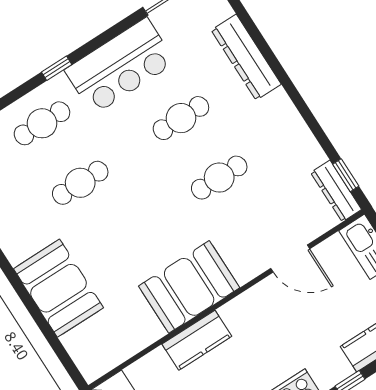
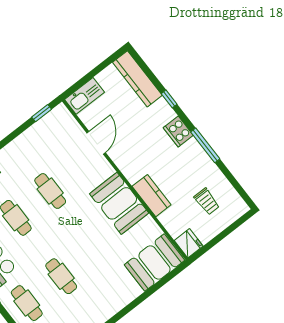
dresser: (336, 191) -> (52, 118), removed
booth: (58, 288) -> (155, 262), moved

